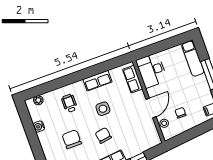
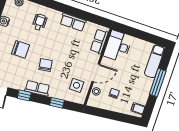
side table: (103, 109) -> (77, 85), moved
chair: (72, 139) -> (20, 49), turned 90

